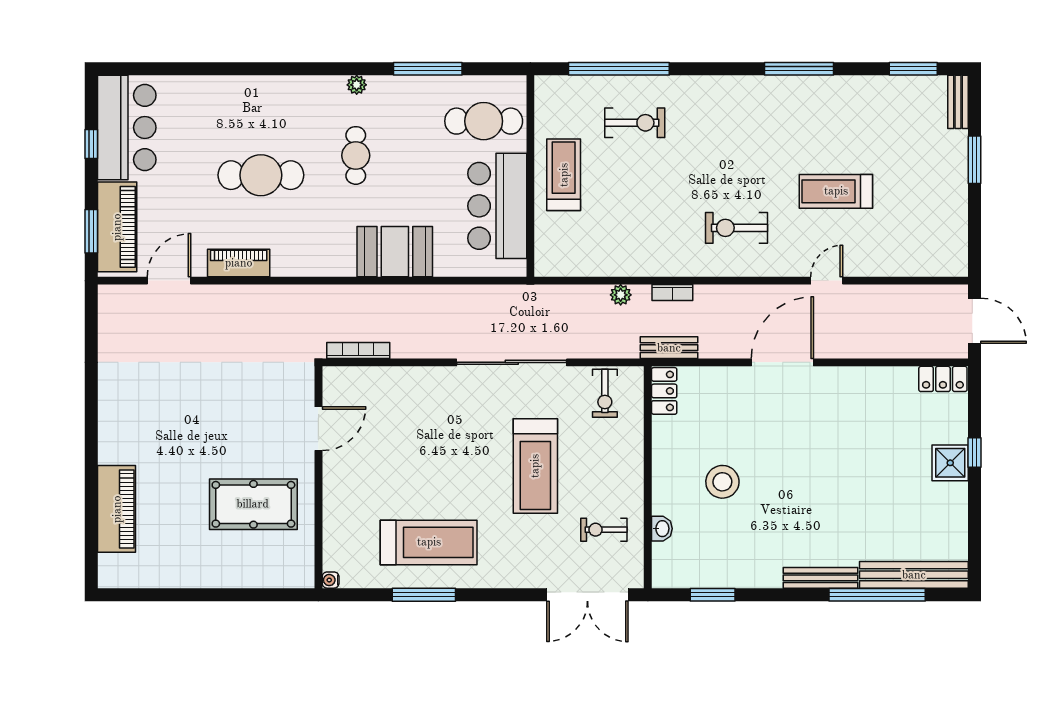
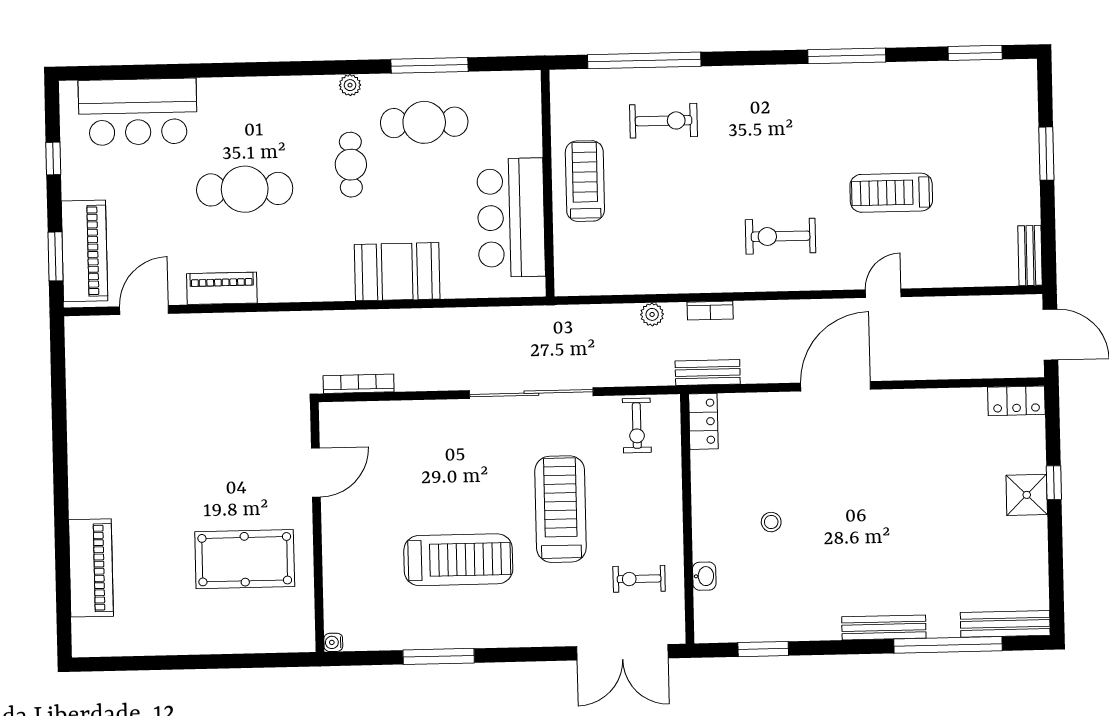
bench: (958, 102) -> (1030, 256), moved
cafe table: (484, 121) -> (424, 122), moved
bar counter: (127, 127) -> (138, 112), moved, turned 90
treadmill: (535, 466) -> (561, 509), turned 180
stool: (722, 482) -> (771, 522), width x0.53, depth x0.53
treadmill: (429, 542) -> (458, 560), moved
bench: (914, 575) -> (1005, 624), width x0.73, depth x0.82

